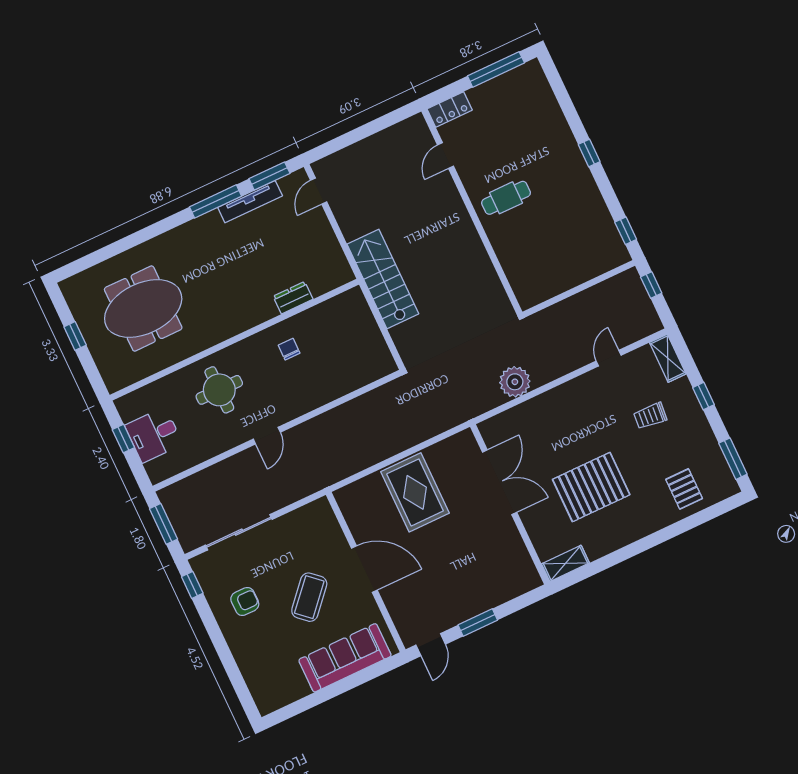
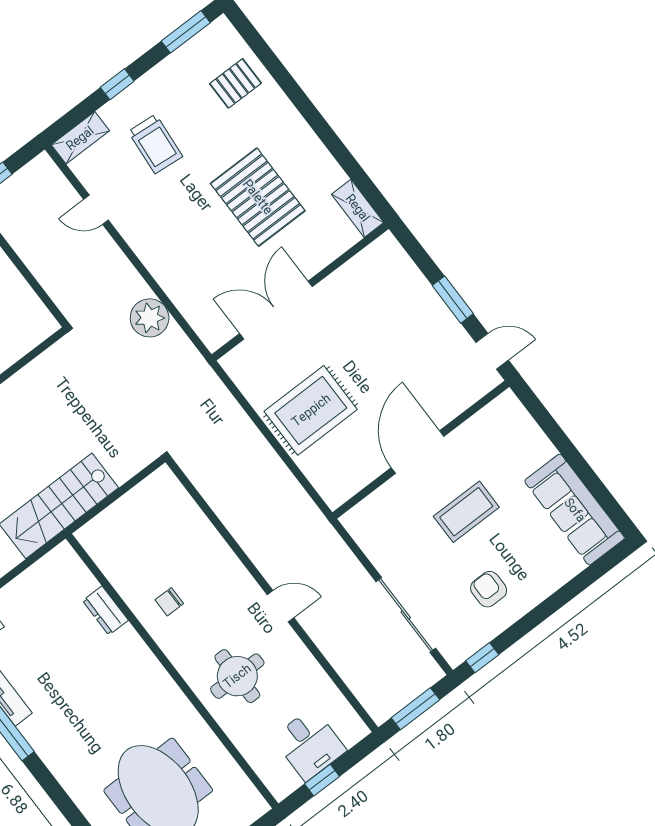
trolley: (650, 416) -> (155, 144), width x1.36, depth x1.39
coffee table: (309, 597) -> (466, 512), turned -42
sofa: (345, 658) -> (575, 510), moved

